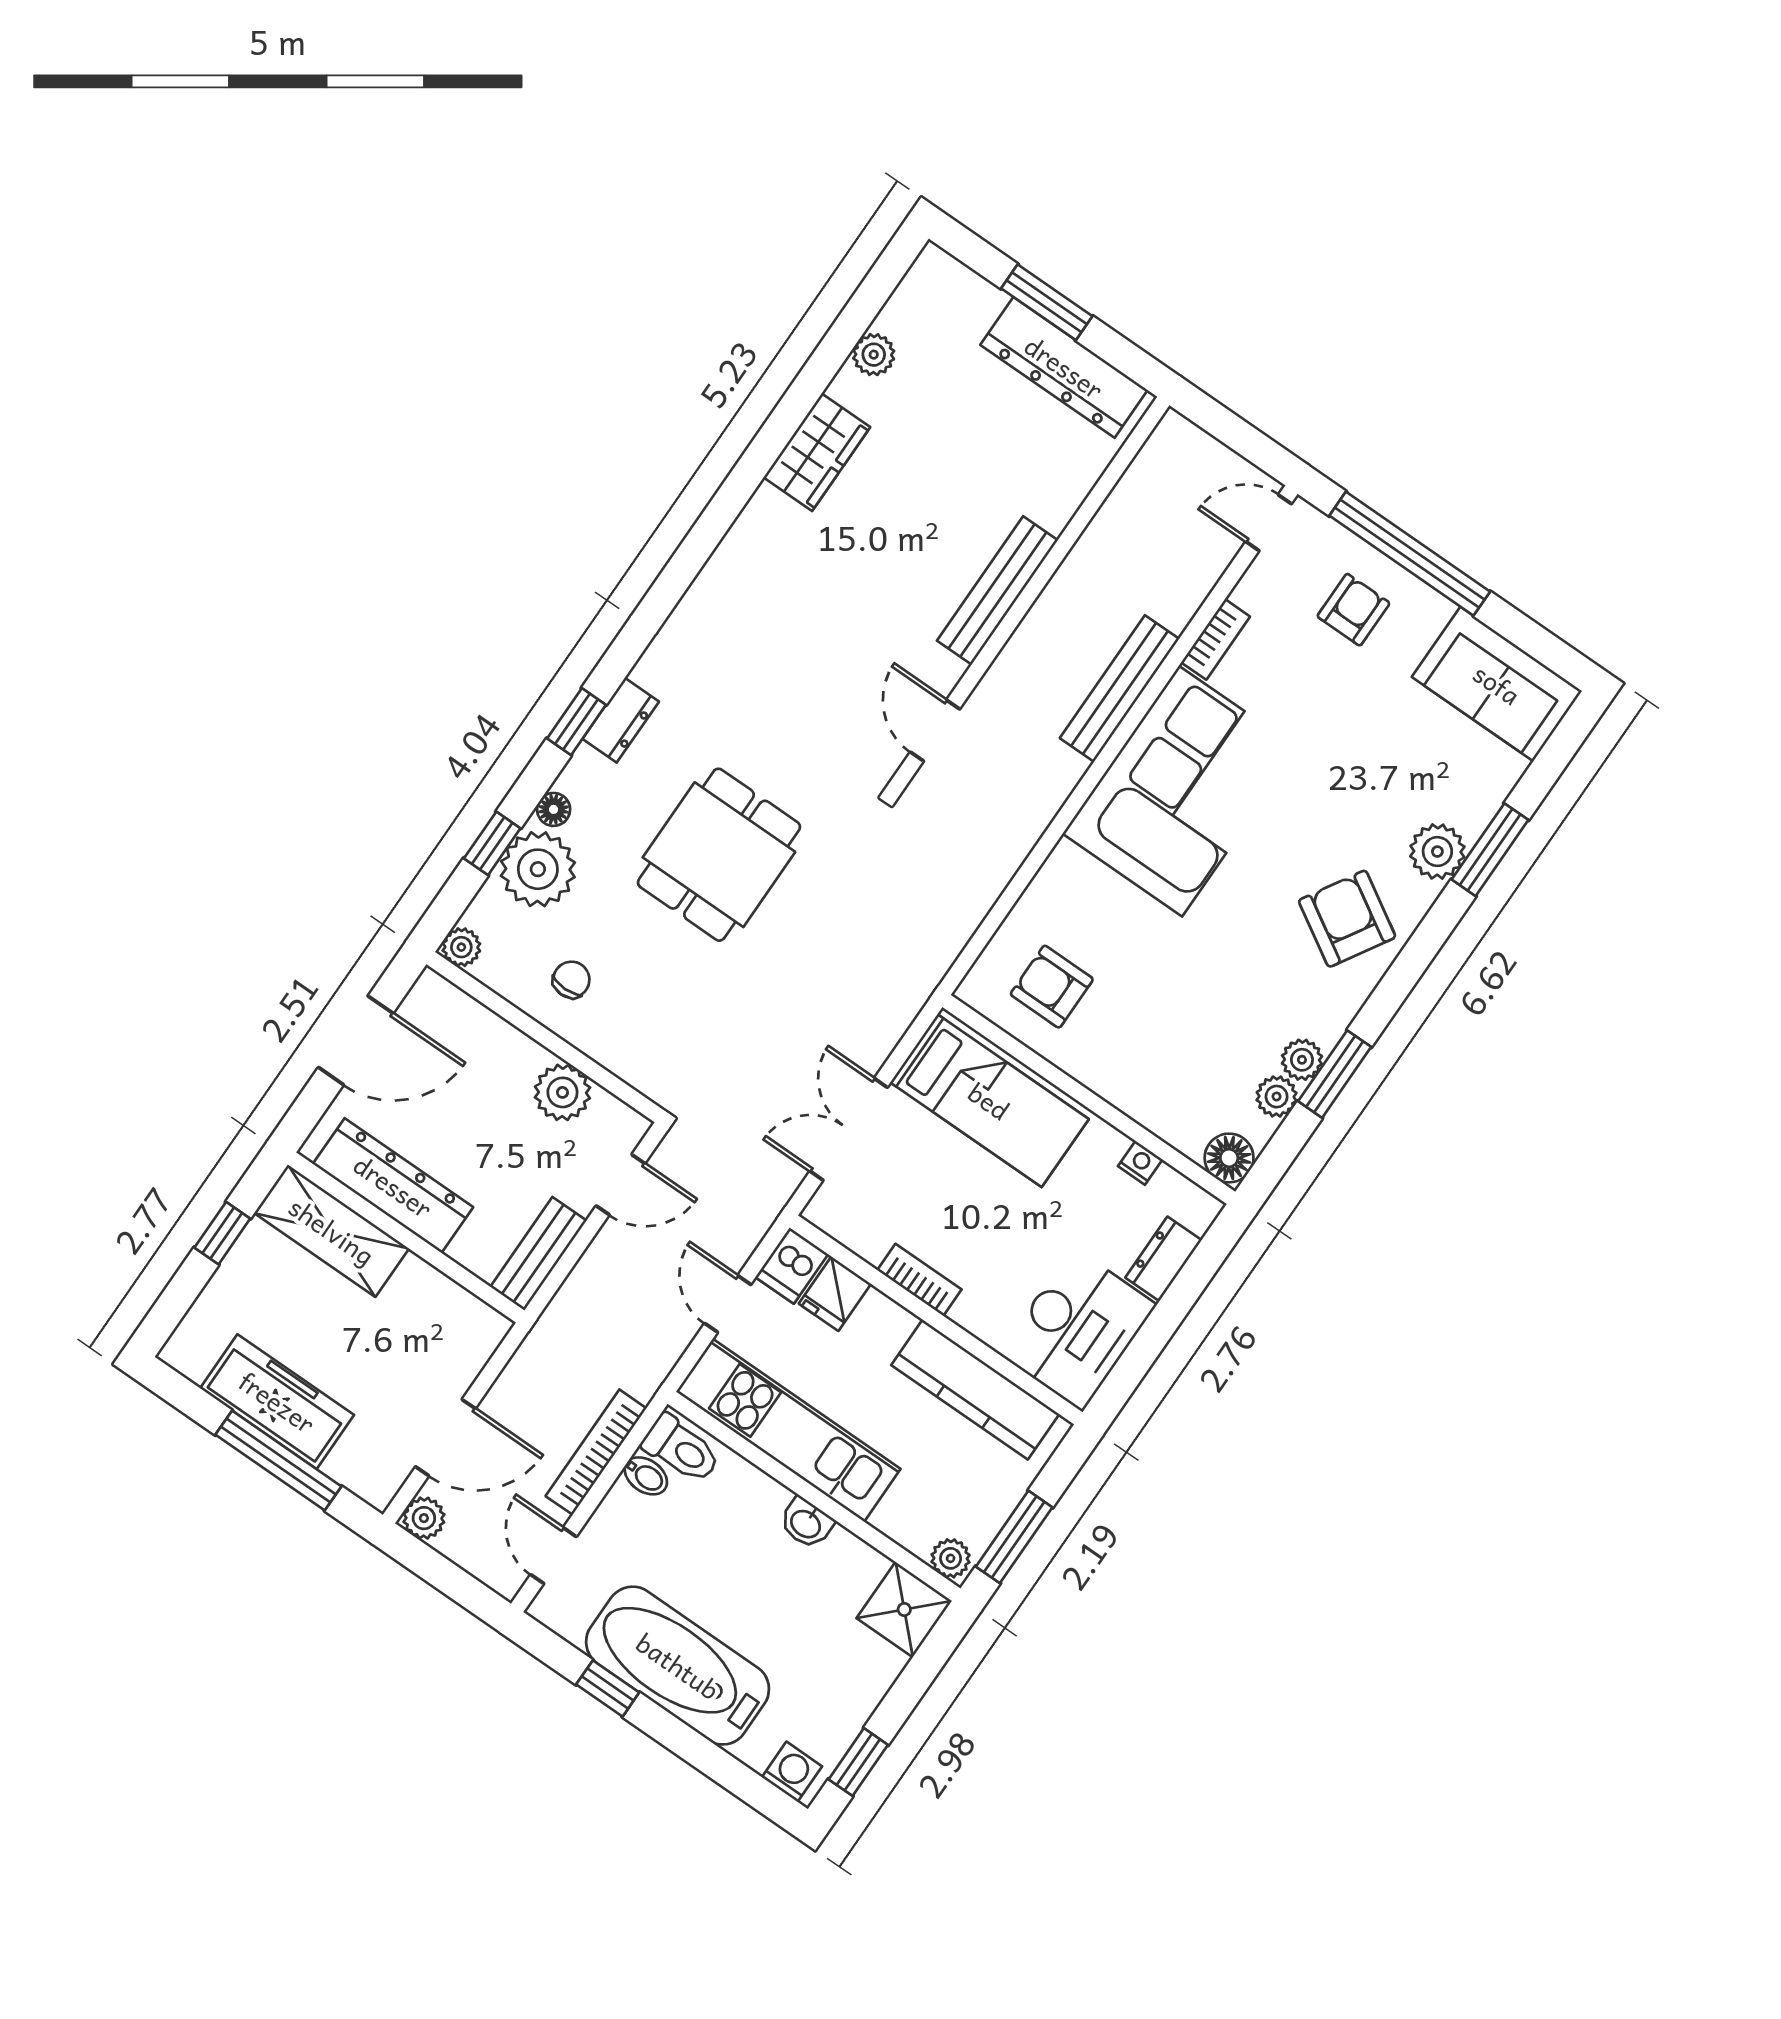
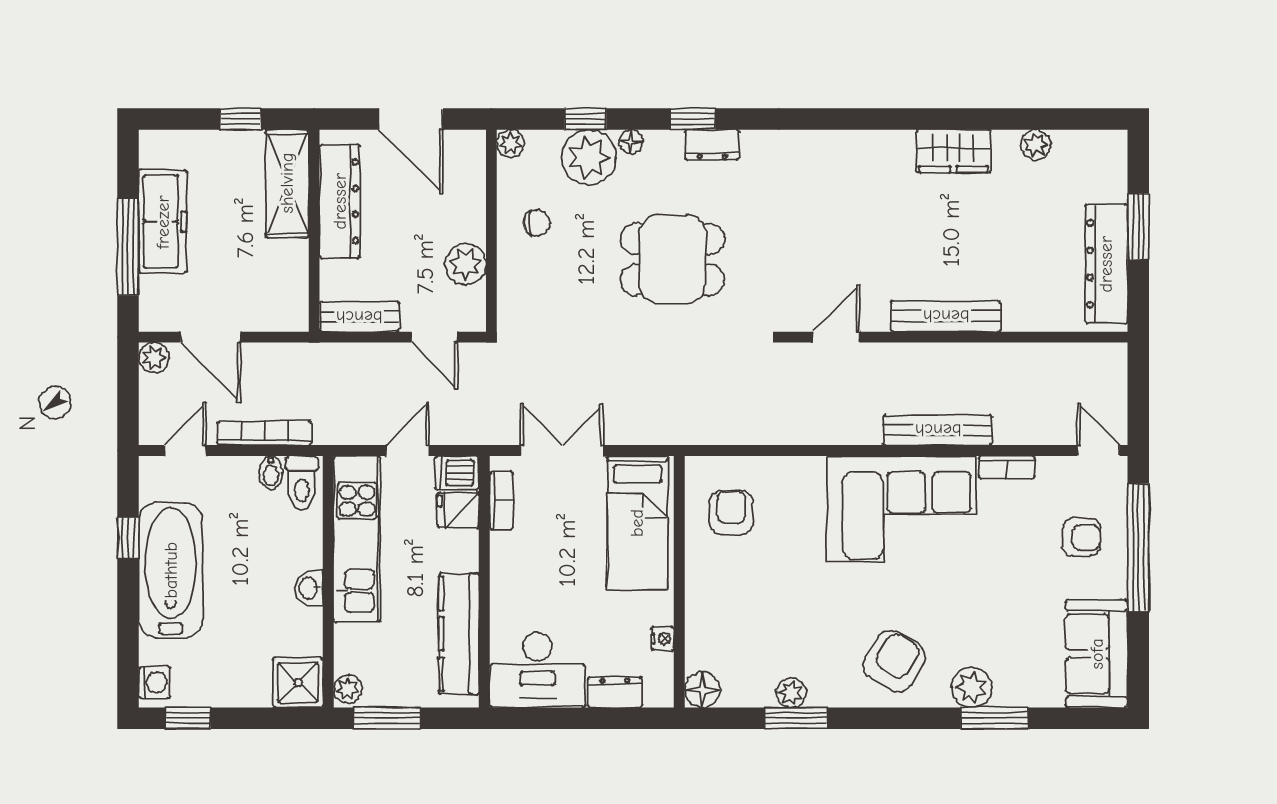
plant: (1277, 1097) -> (759, 693), removed
bookcase: (919, 1280) -> (501, 500), moved

